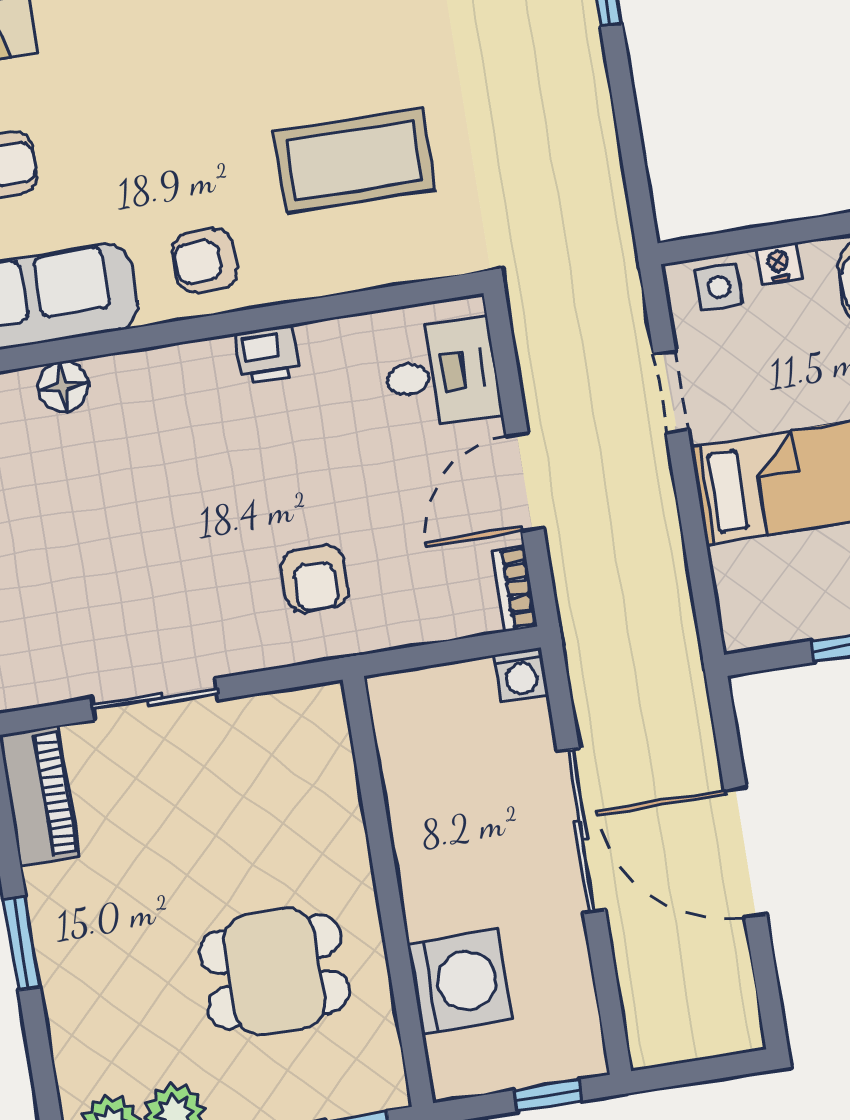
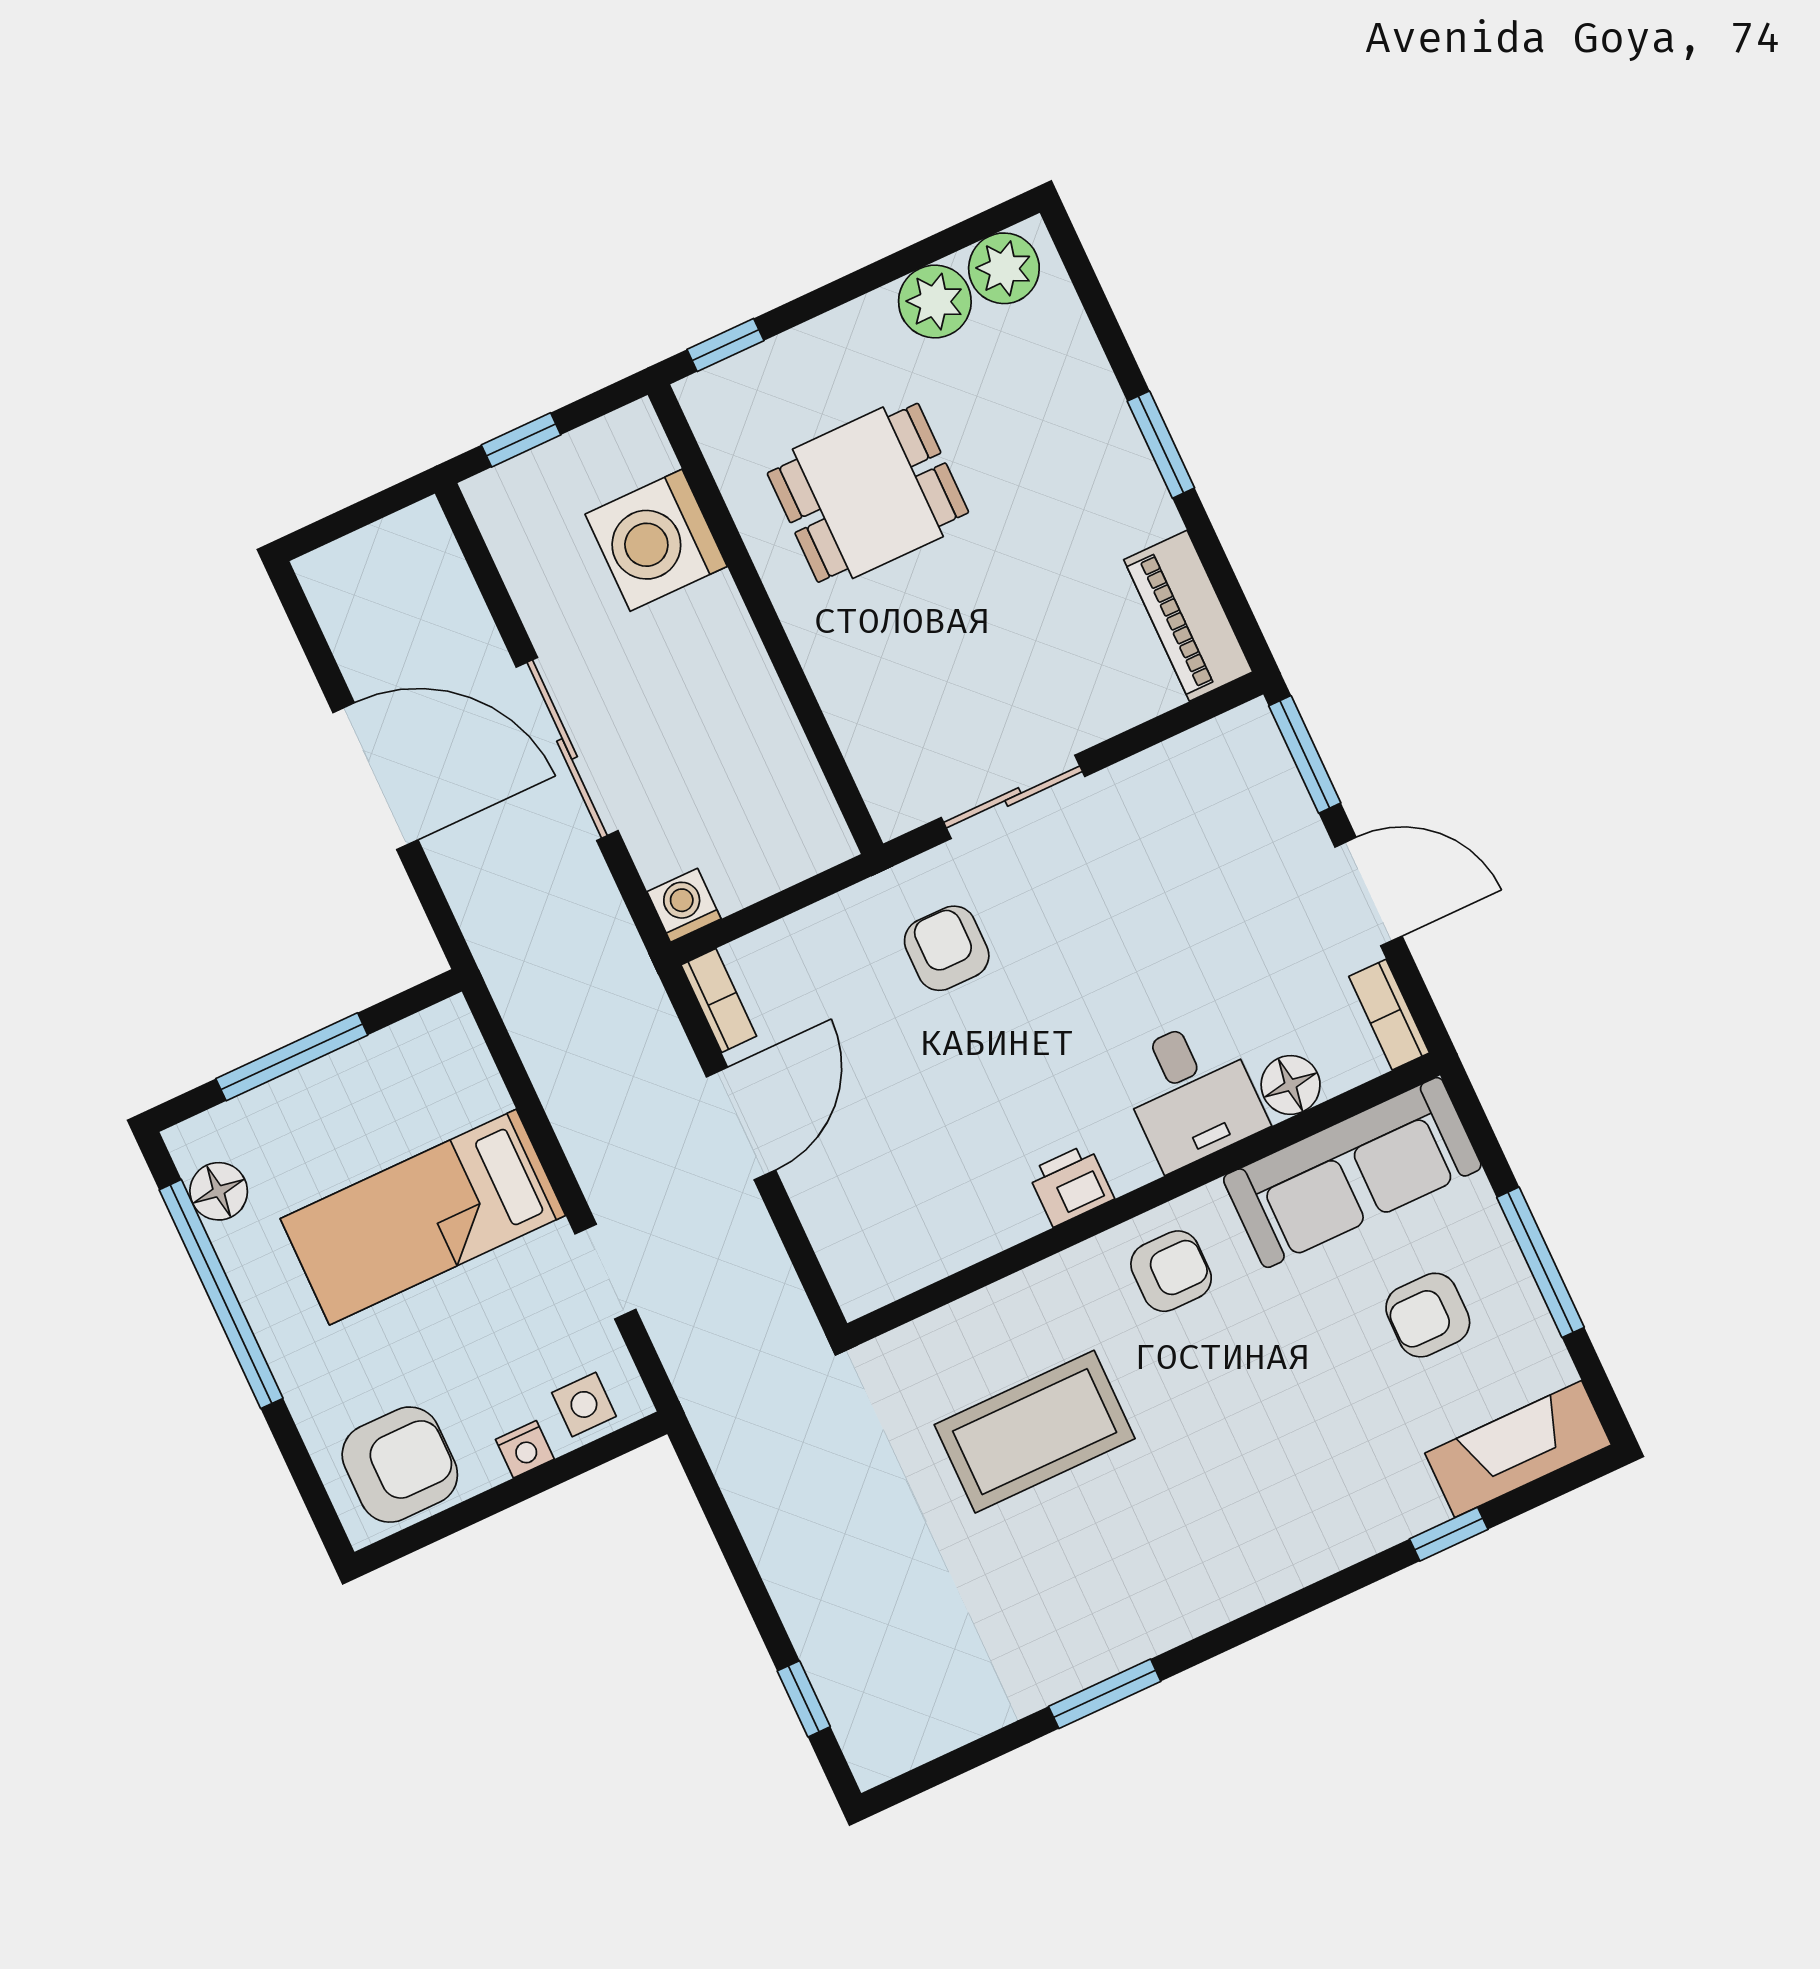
desk: (441, 374) -> (1191, 1093), moved, turned -90
sliding door: (155, 699) -> (1013, 797), moved

